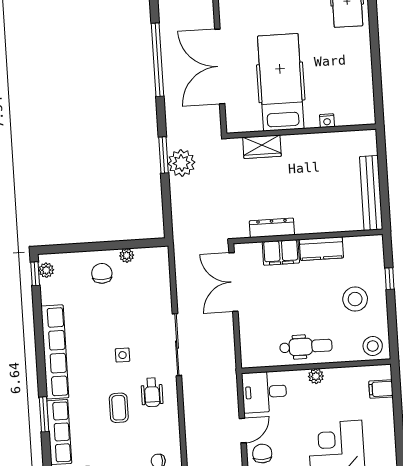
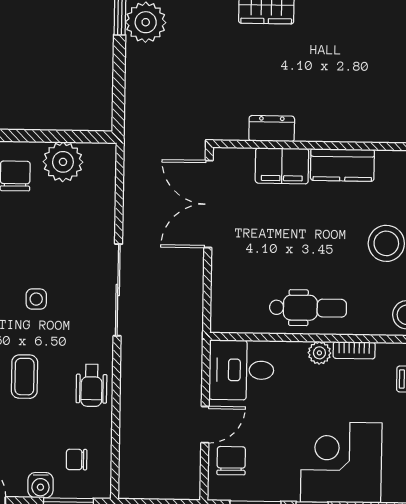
dresser: (272, 228) -> (272, 129), width x0.70
plant: (127, 255) -> (63, 162), width x1.88, depth x1.88
bookcase: (339, 373) -> (354, 350), added
wheelchair: (152, 392) -> (92, 385), moved

